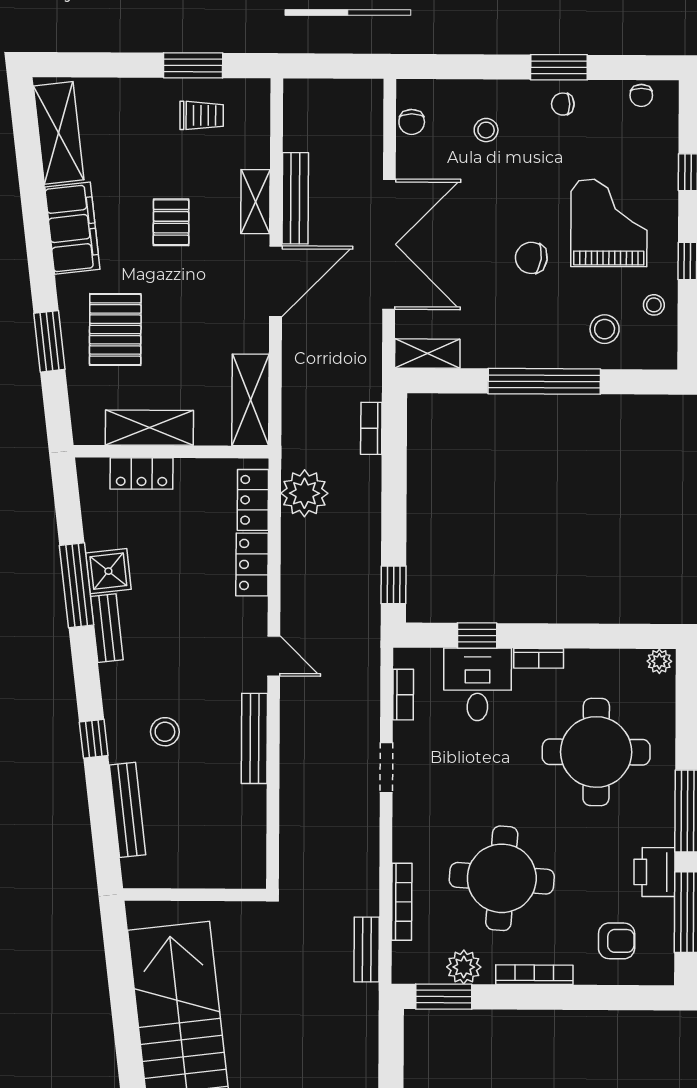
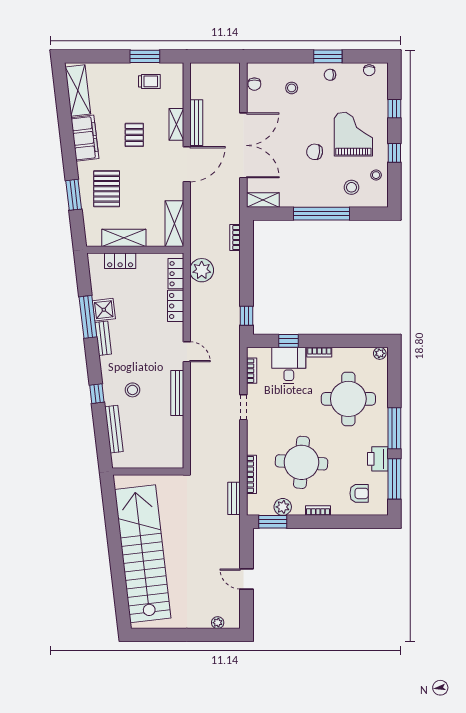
bookcase: (534, 975) -> (318, 511), width x0.64

